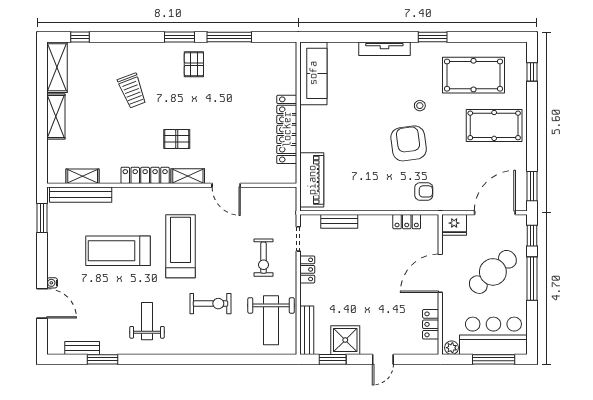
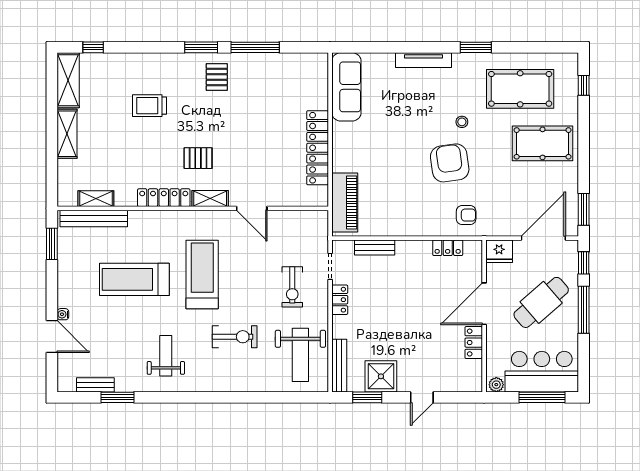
trolley: (132, 91) -> (150, 106), turned 111
locker: (431, 324) -> (474, 343), moved

